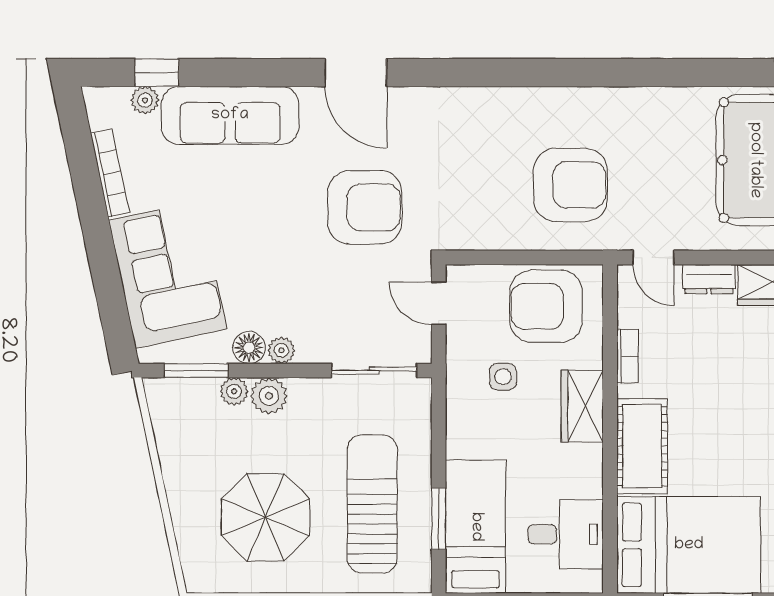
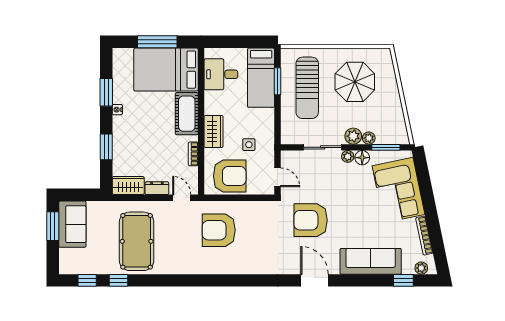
plant: (145, 100) -> (421, 268), moved
sliding door: (374, 371) -> (323, 147), moved

